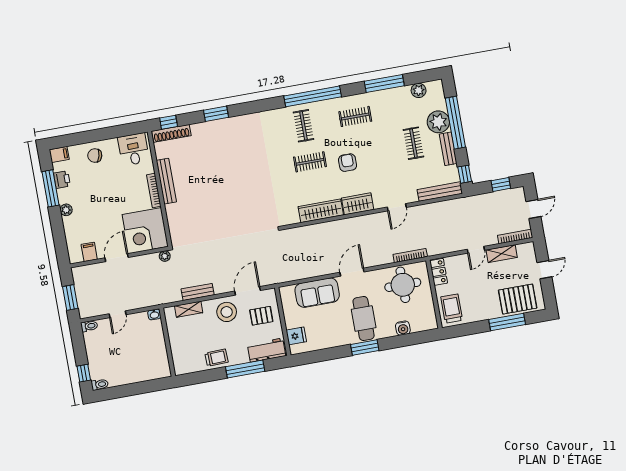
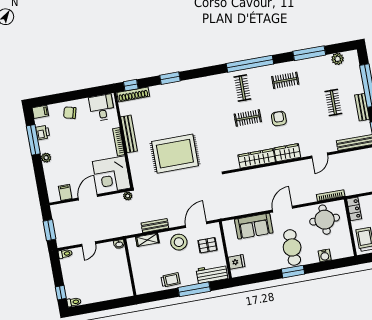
plant: (438, 122) -> (354, 85), removed
rug: (222, 205) -> (175, 154), added

